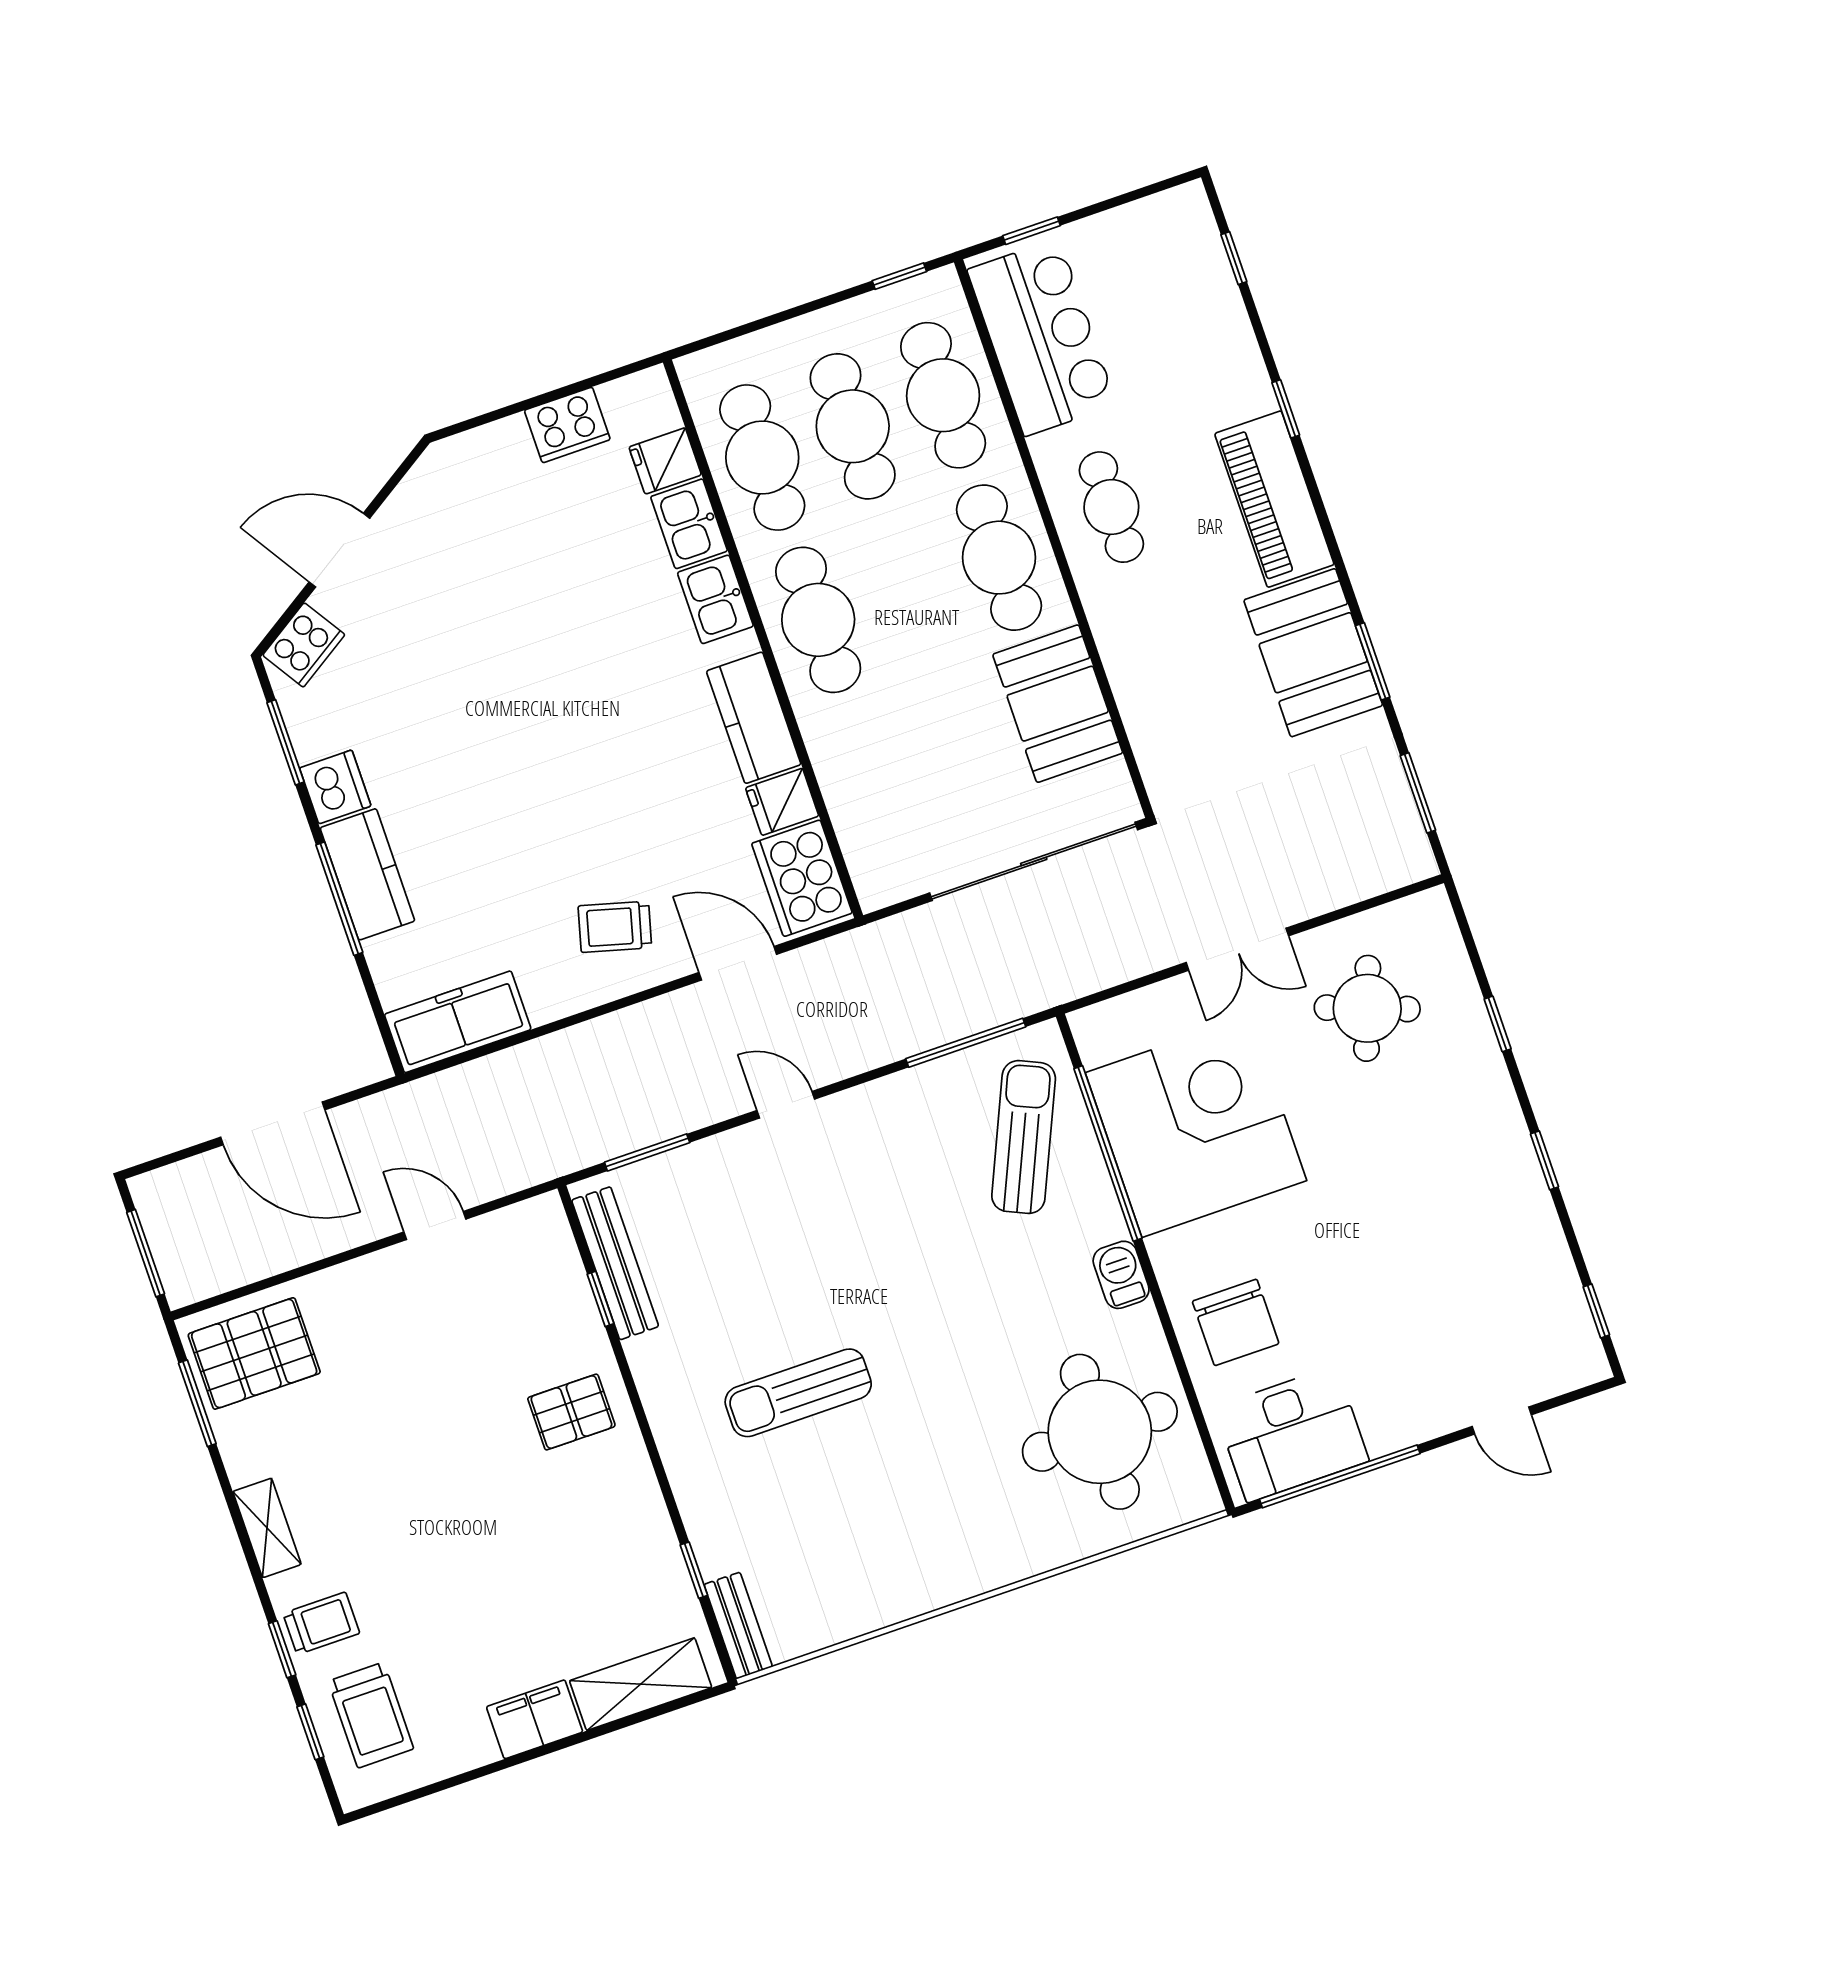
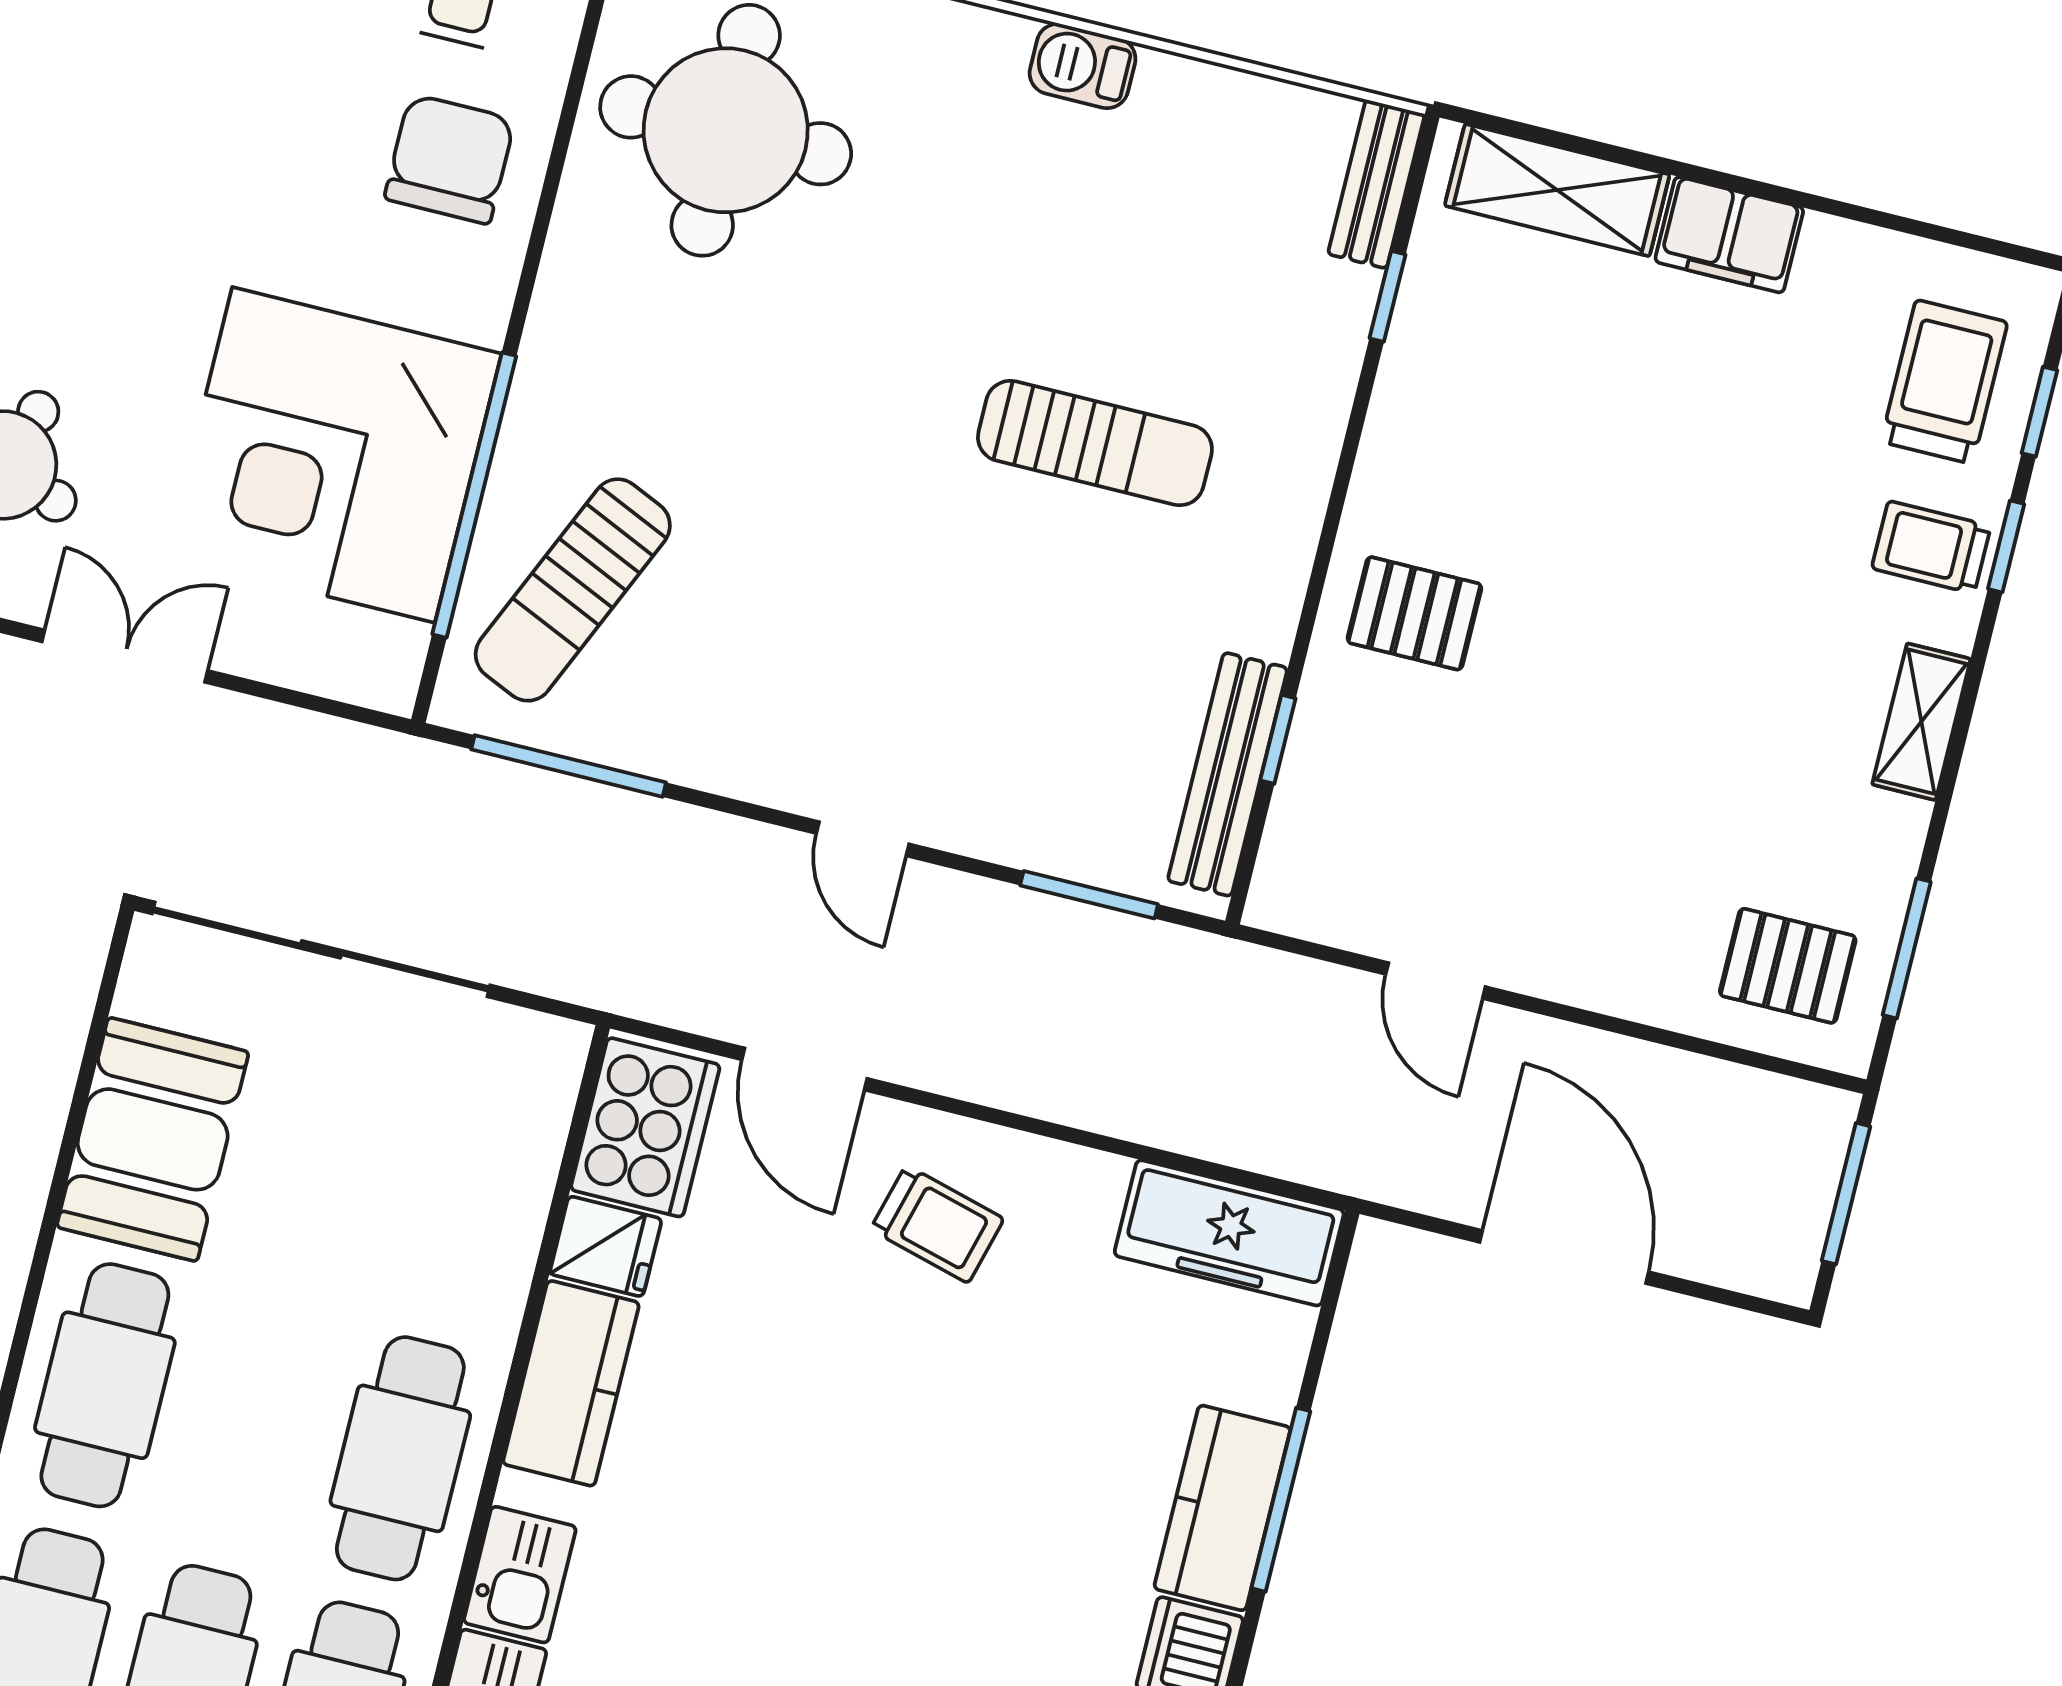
barbecue: (1121, 1275) -> (1083, 66), moved, turned 90
pallet: (254, 1353) -> (1788, 966), width x0.67, depth x0.71

